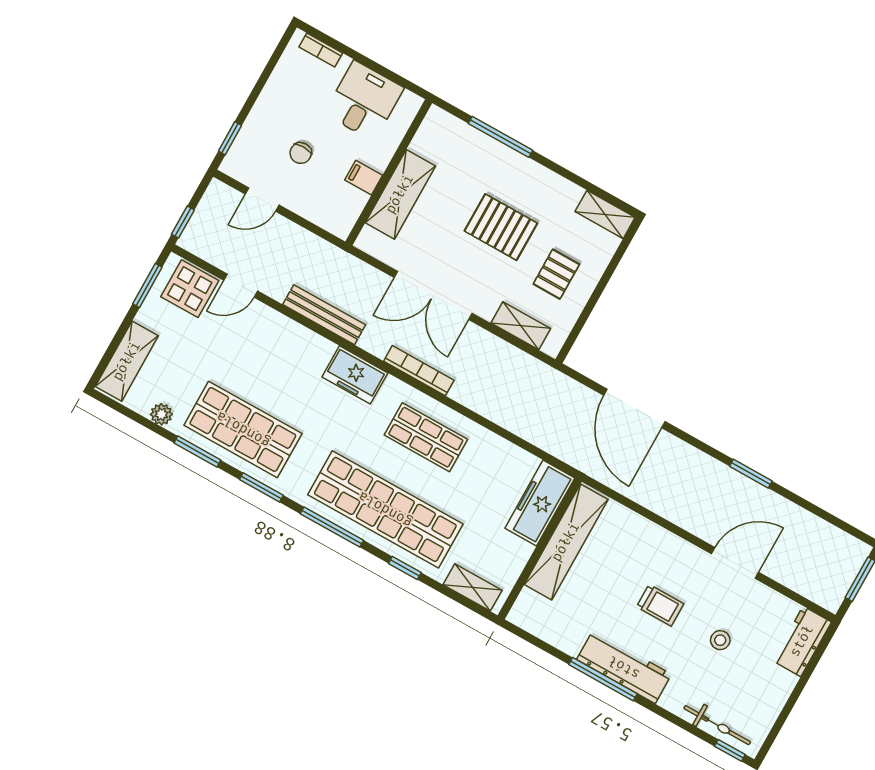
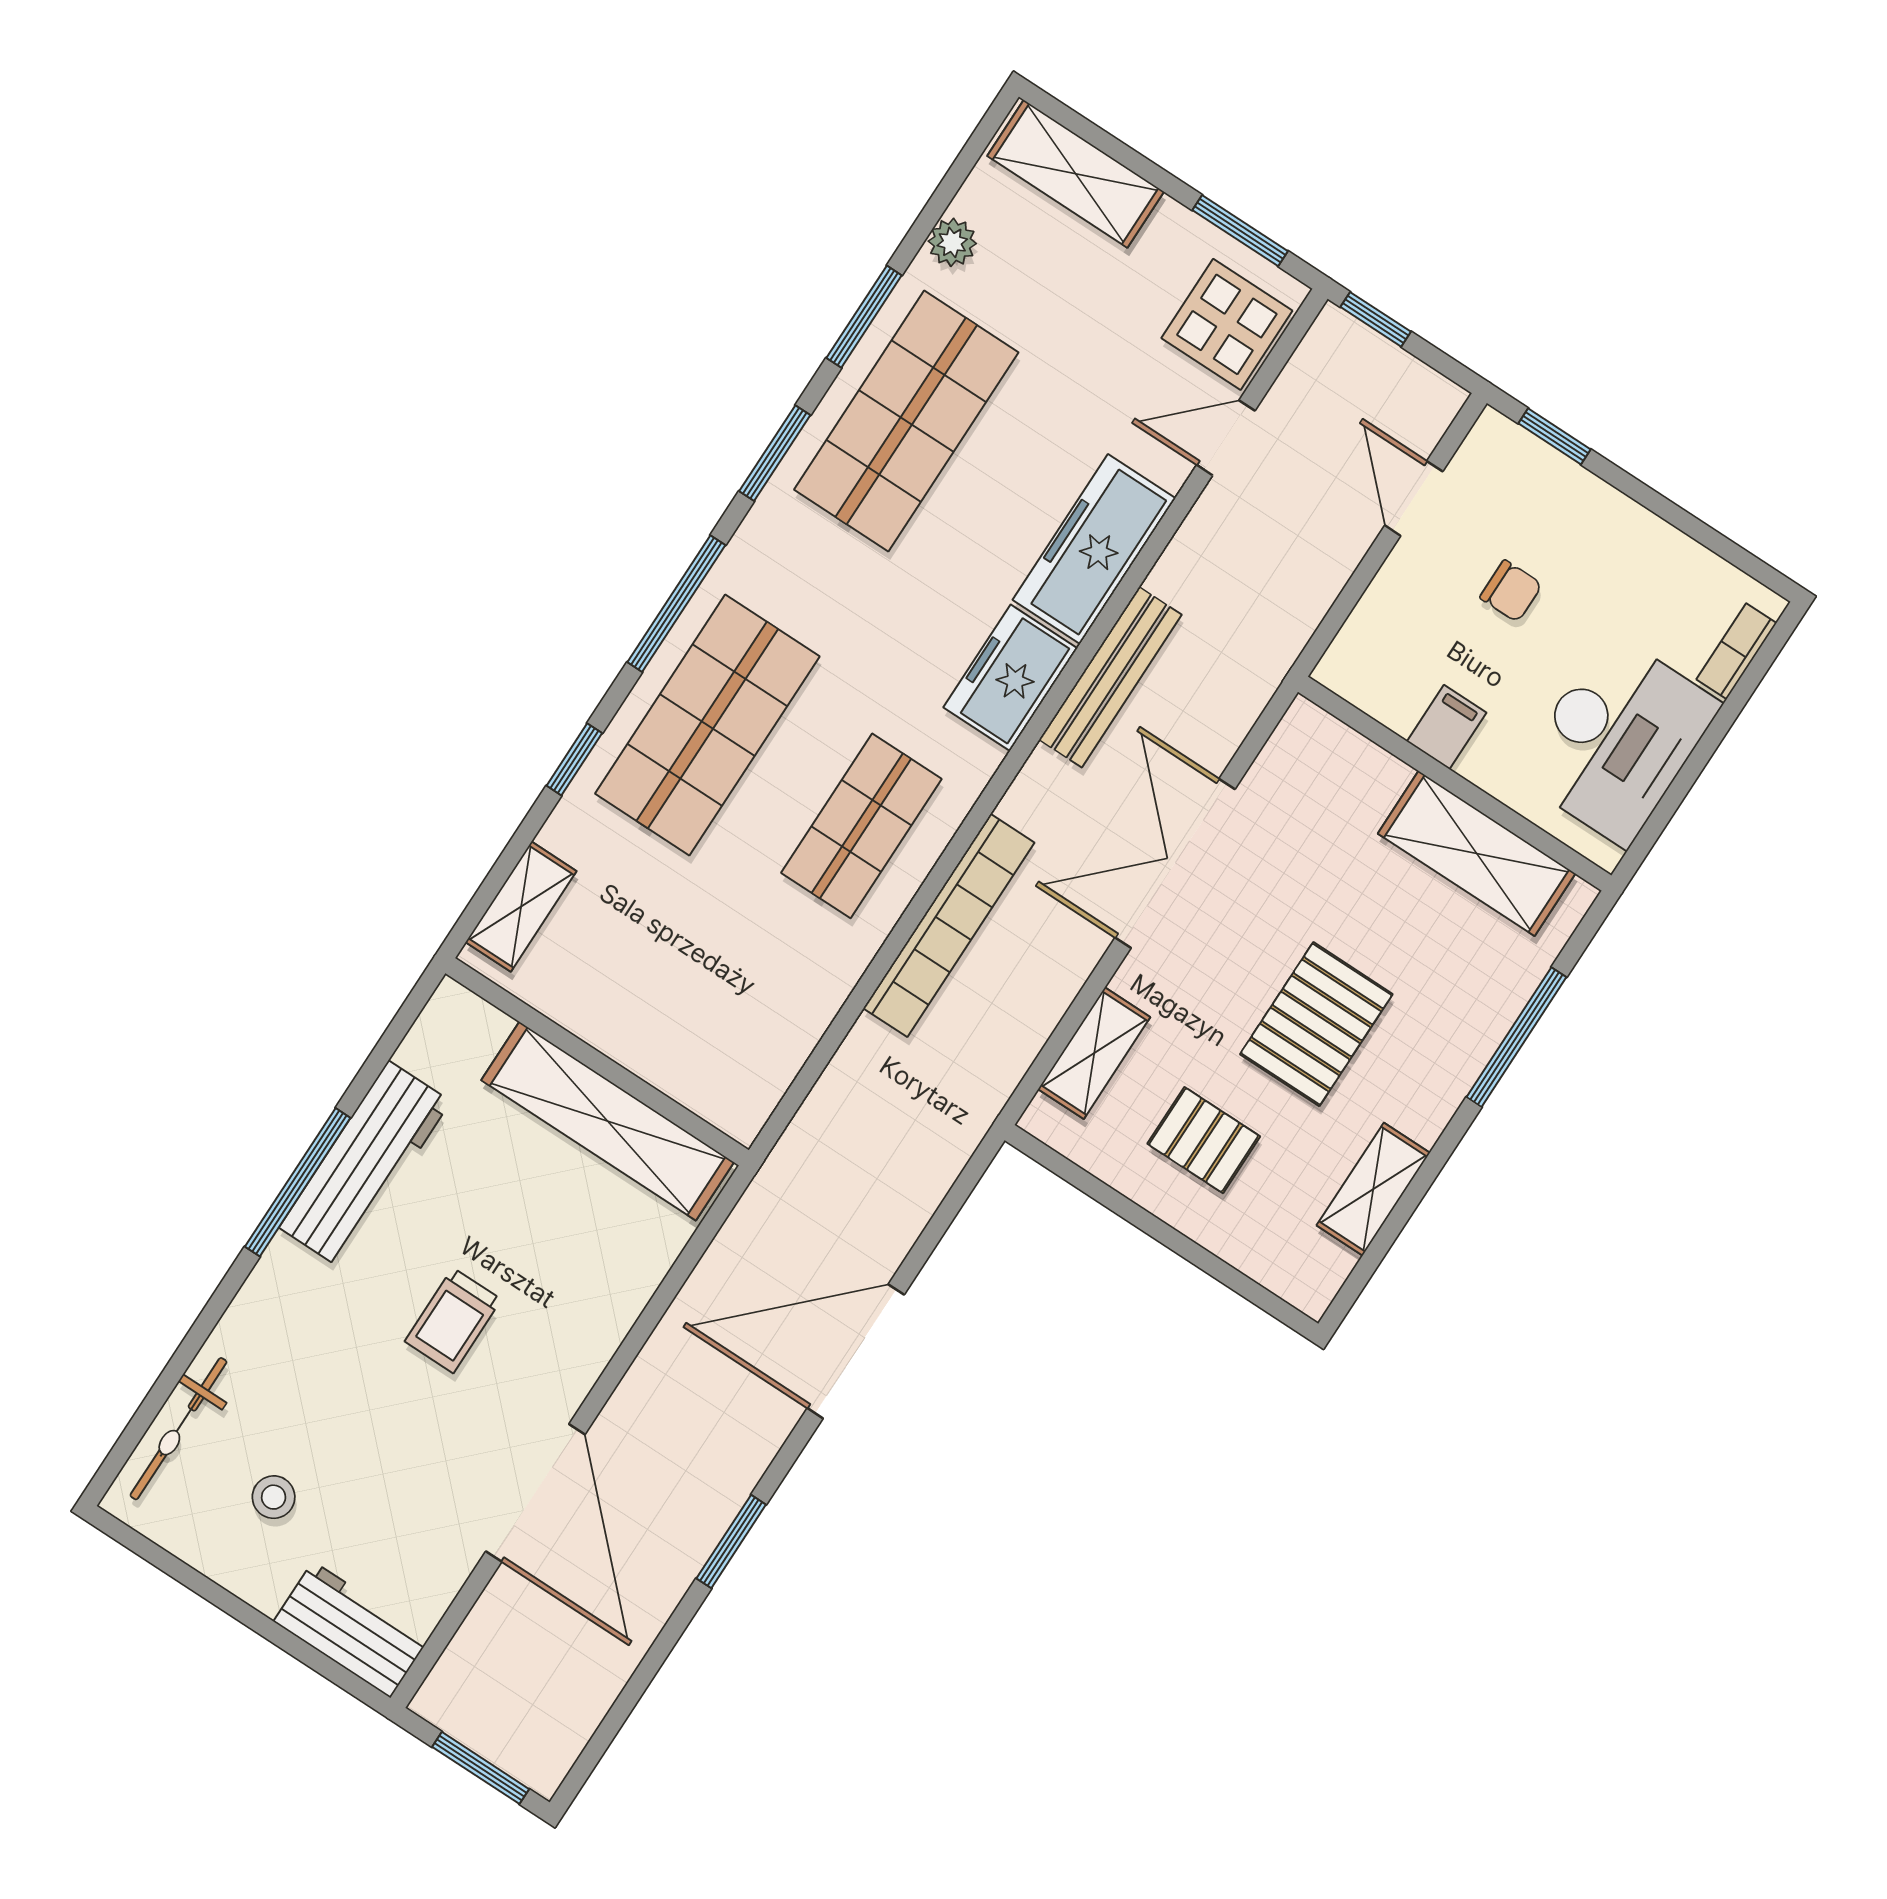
desk: (364, 101) -> (1617, 739), width x1.37
chair: (301, 153) -> (1511, 591), turned 180
shelving: (400, 194) -> (1477, 853), moved
shelving: (605, 214) -> (1373, 1189), moved
door: (241, 286) -> (1226, 438), hinge flipped
bench: (324, 315) -> (1110, 677), moved
bookcase: (419, 371) -> (949, 925), moved, width x1.48, depth x1.31
door: (634, 408) -> (856, 1351), moved
freezer: (540, 503) -> (1094, 549), moved, turned -90
shop shelf: (385, 509) -> (707, 725), width x0.71
door: (735, 563) -> (535, 1493), width x1.36
stool: (720, 640) -> (274, 1497), moved
workbench: (624, 667) -> (365, 1164), moved
window: (730, 750) -> (120, 1453), removed

